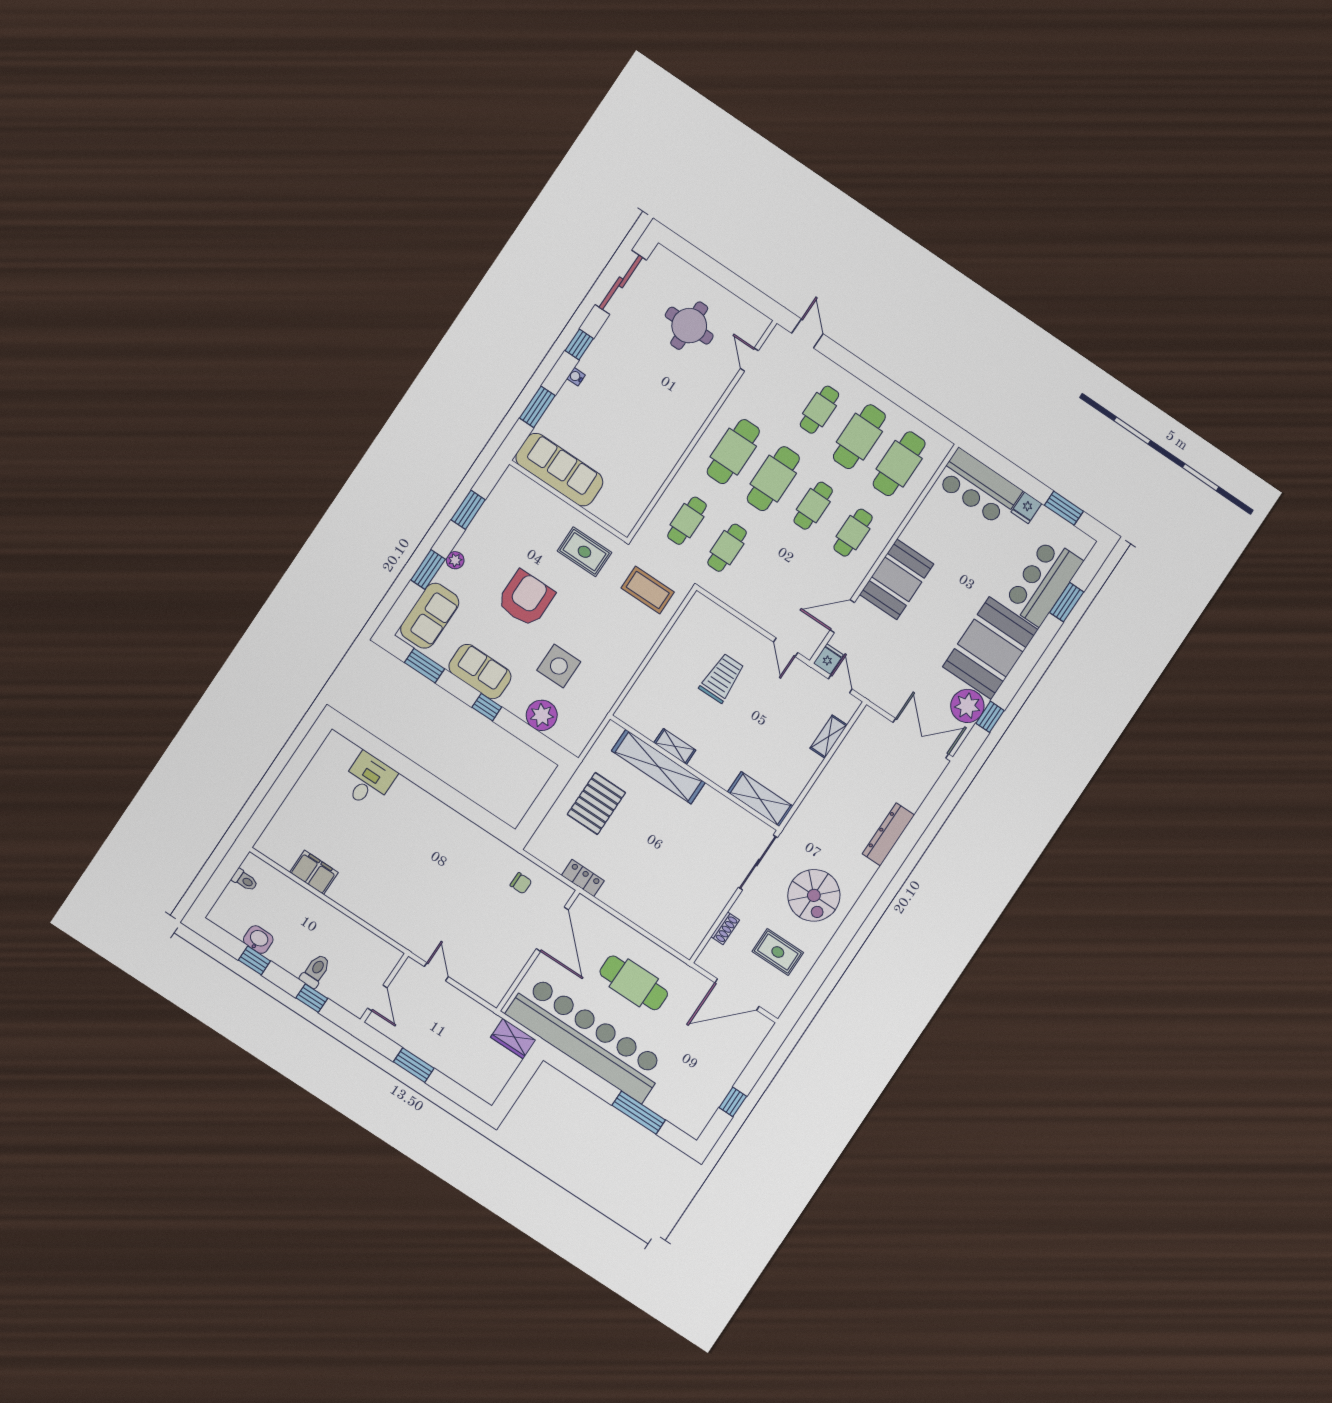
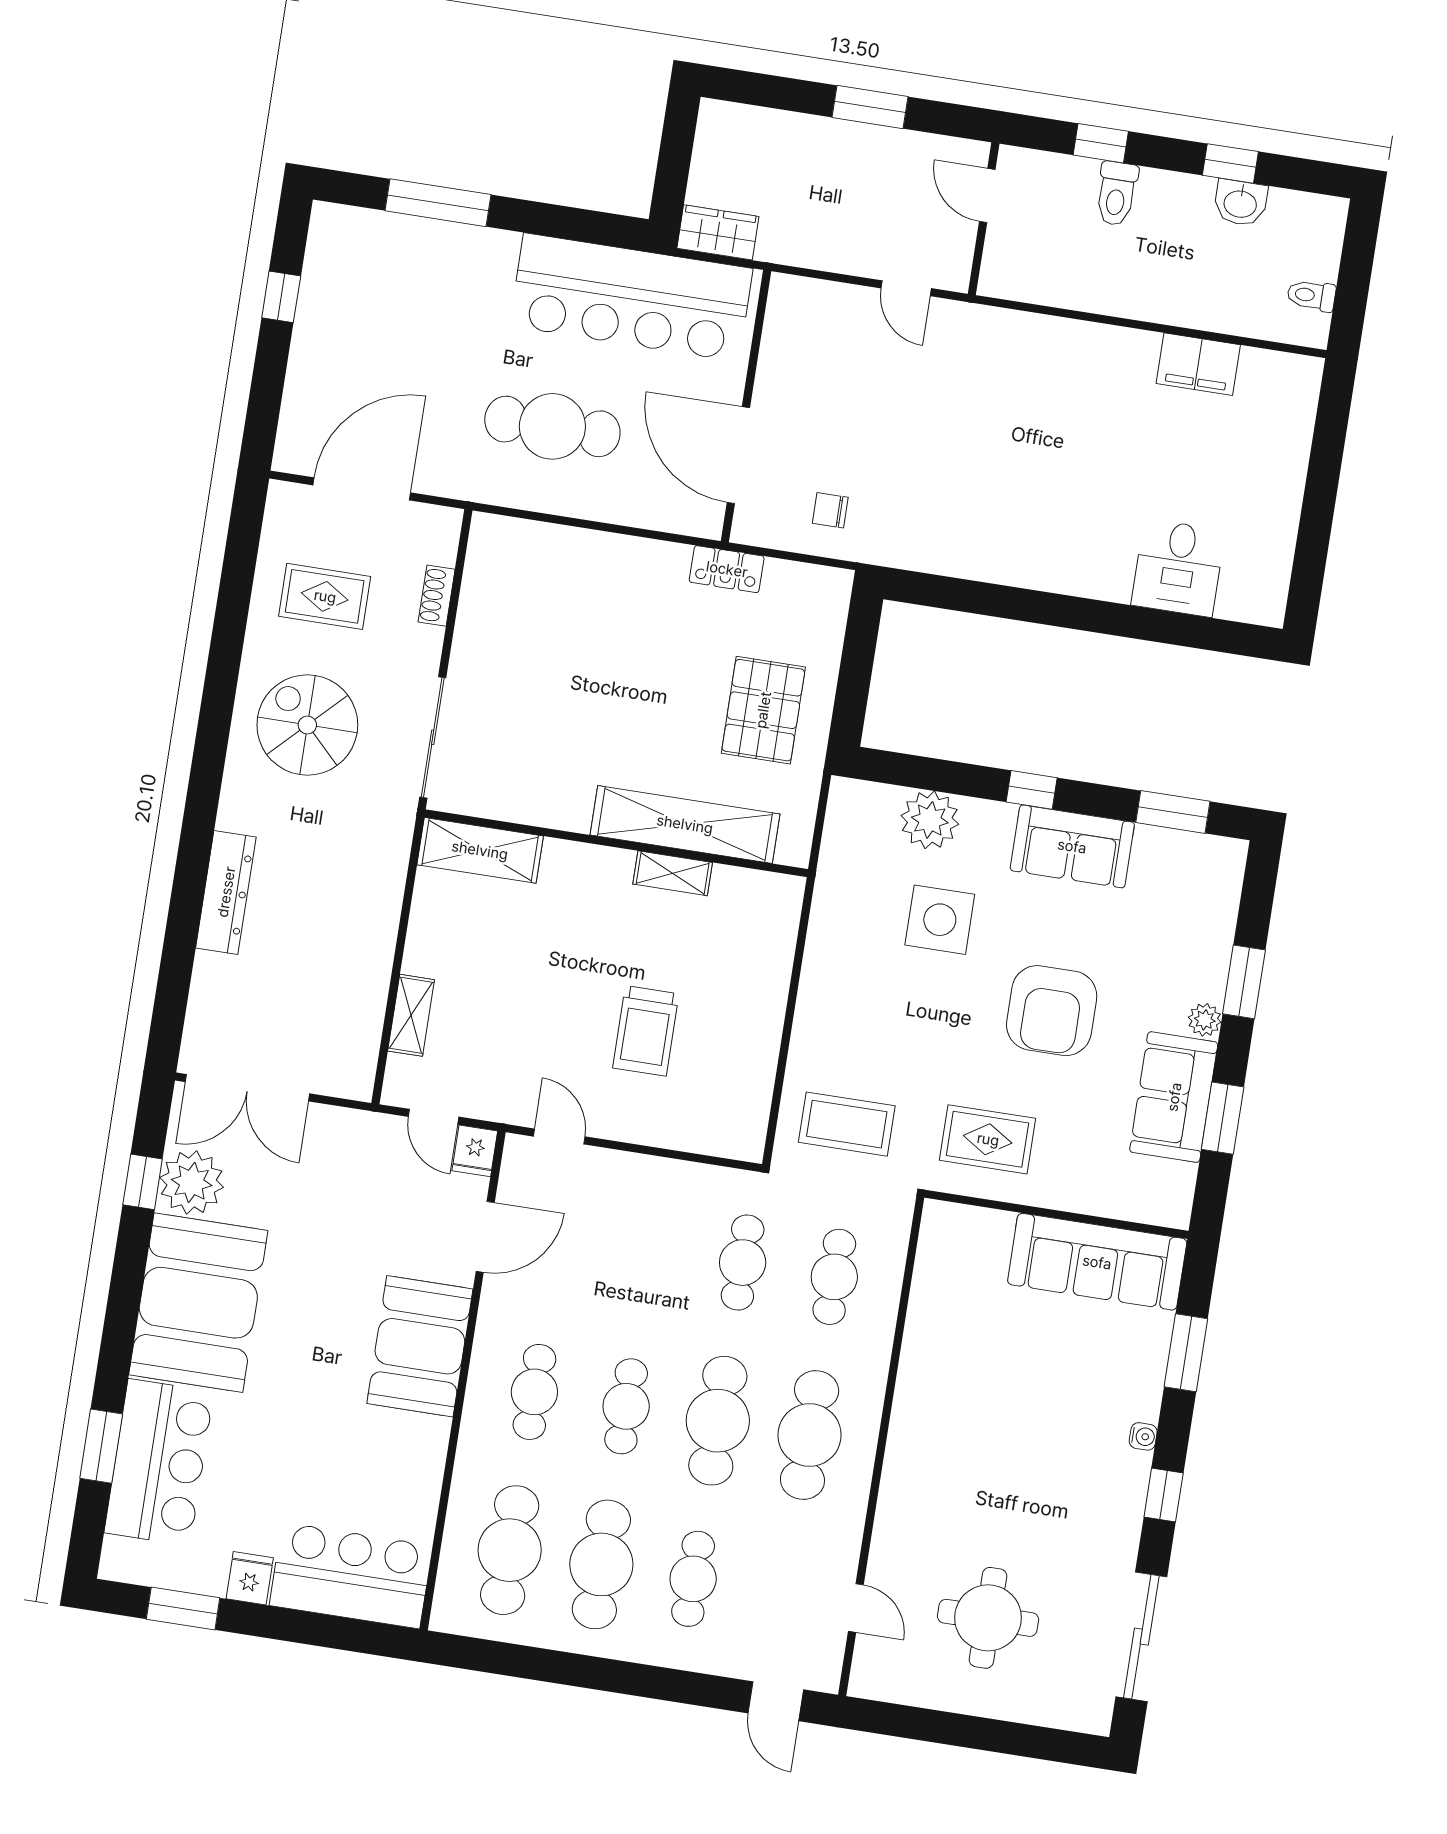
sofa: (430, 616) -> (1174, 1097), moved
bar counter: (587, 1039) -> (631, 297), width x0.73

